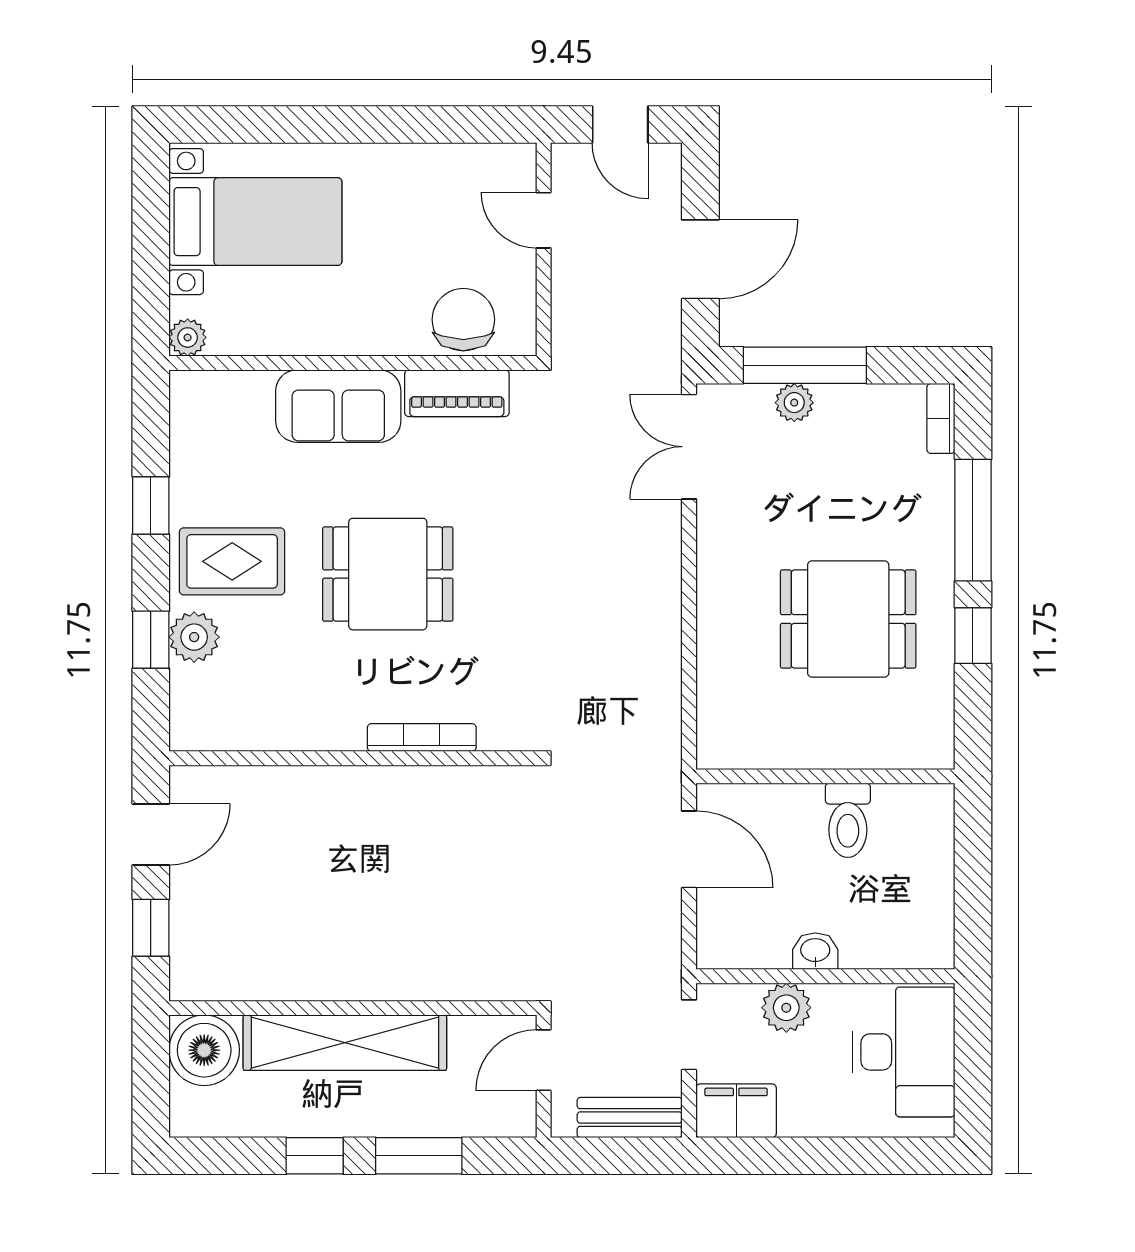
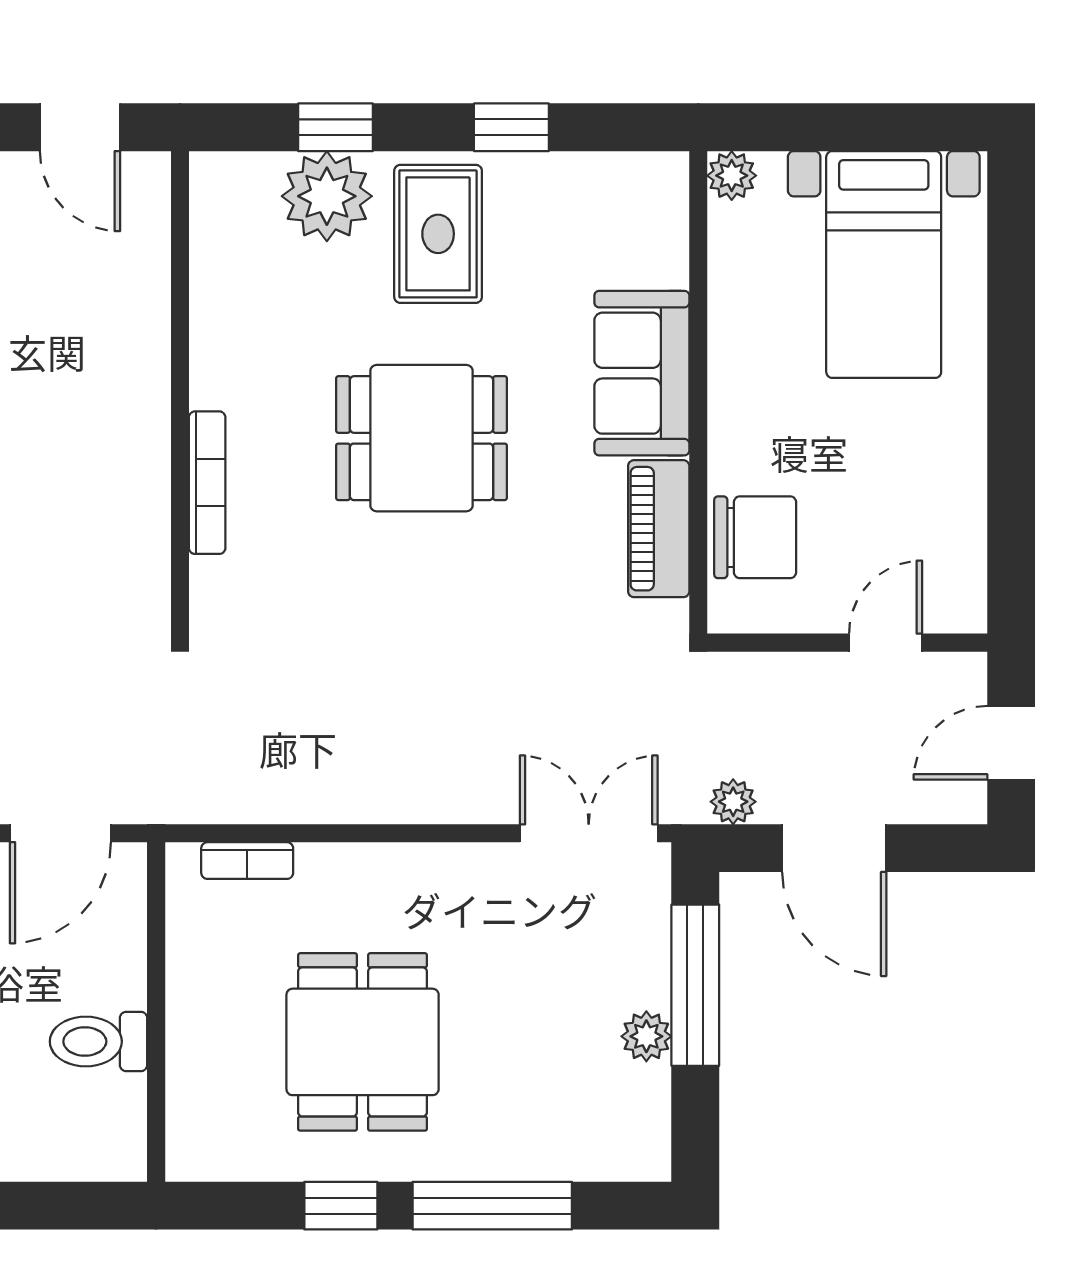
plant: (665, 336) -> (733, 802), added
plant: (794, 403) -> (646, 1036), moved
bookcase: (941, 418) -> (247, 861), moved, turned 180
dining table: (388, 574) -> (422, 438), turned 90
plant: (194, 637) -> (327, 196), width x1.36, depth x1.36

